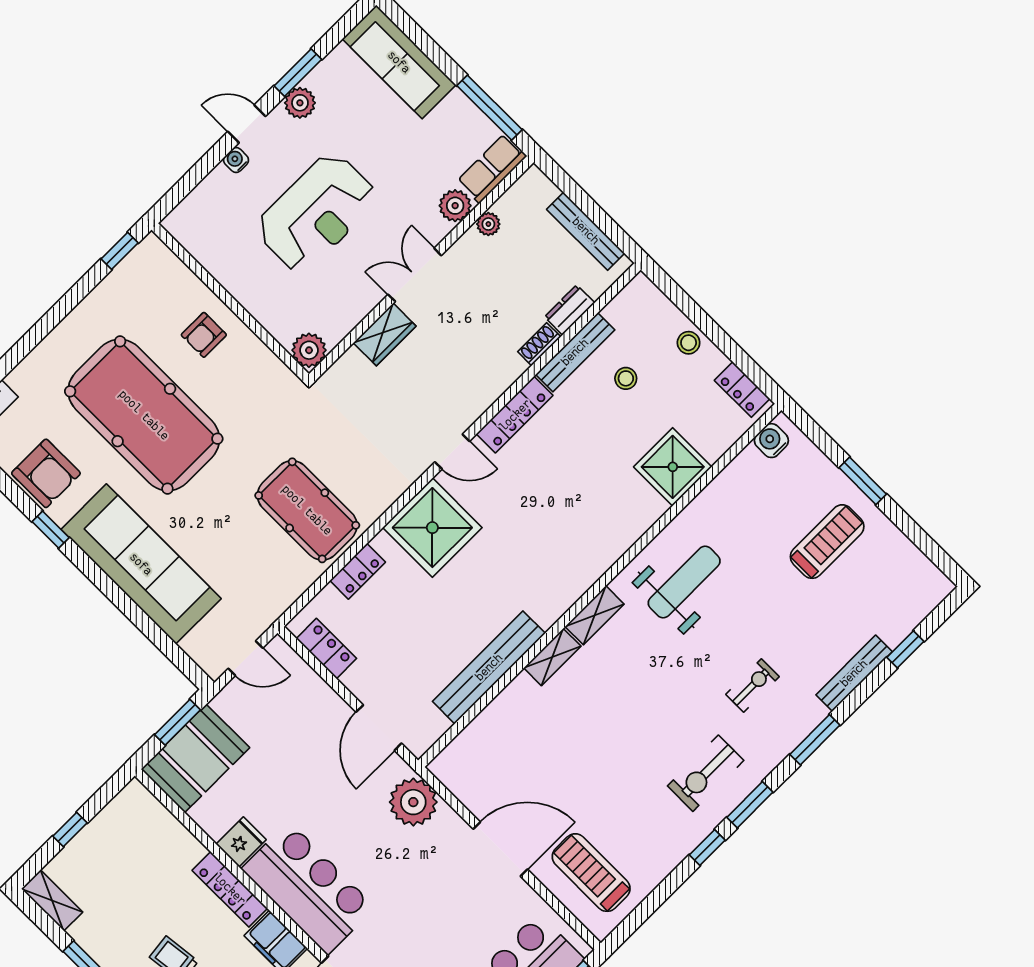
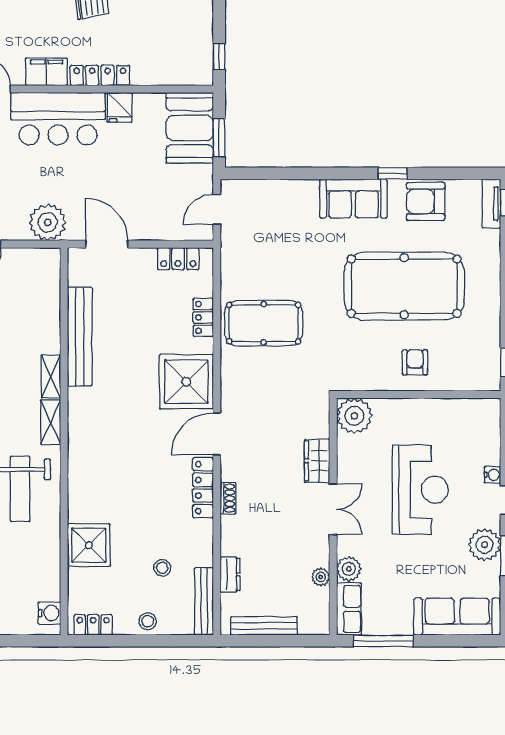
plant: (300, 103) -> (485, 545), width x1.36, depth x1.36
reception desk: (316, 213) -> (420, 490), turned 180
shoe rack: (539, 344) -> (228, 498), moved
plant: (309, 350) -> (354, 416), width x1.36, depth x1.36
bench: (575, 352) -> (204, 601), moved
door: (452, 452) -> (217, 434), width x1.37
sofa: (141, 564) -> (353, 199), width x0.54, depth x0.79
window: (70, 830) -> (219, 56), moved

